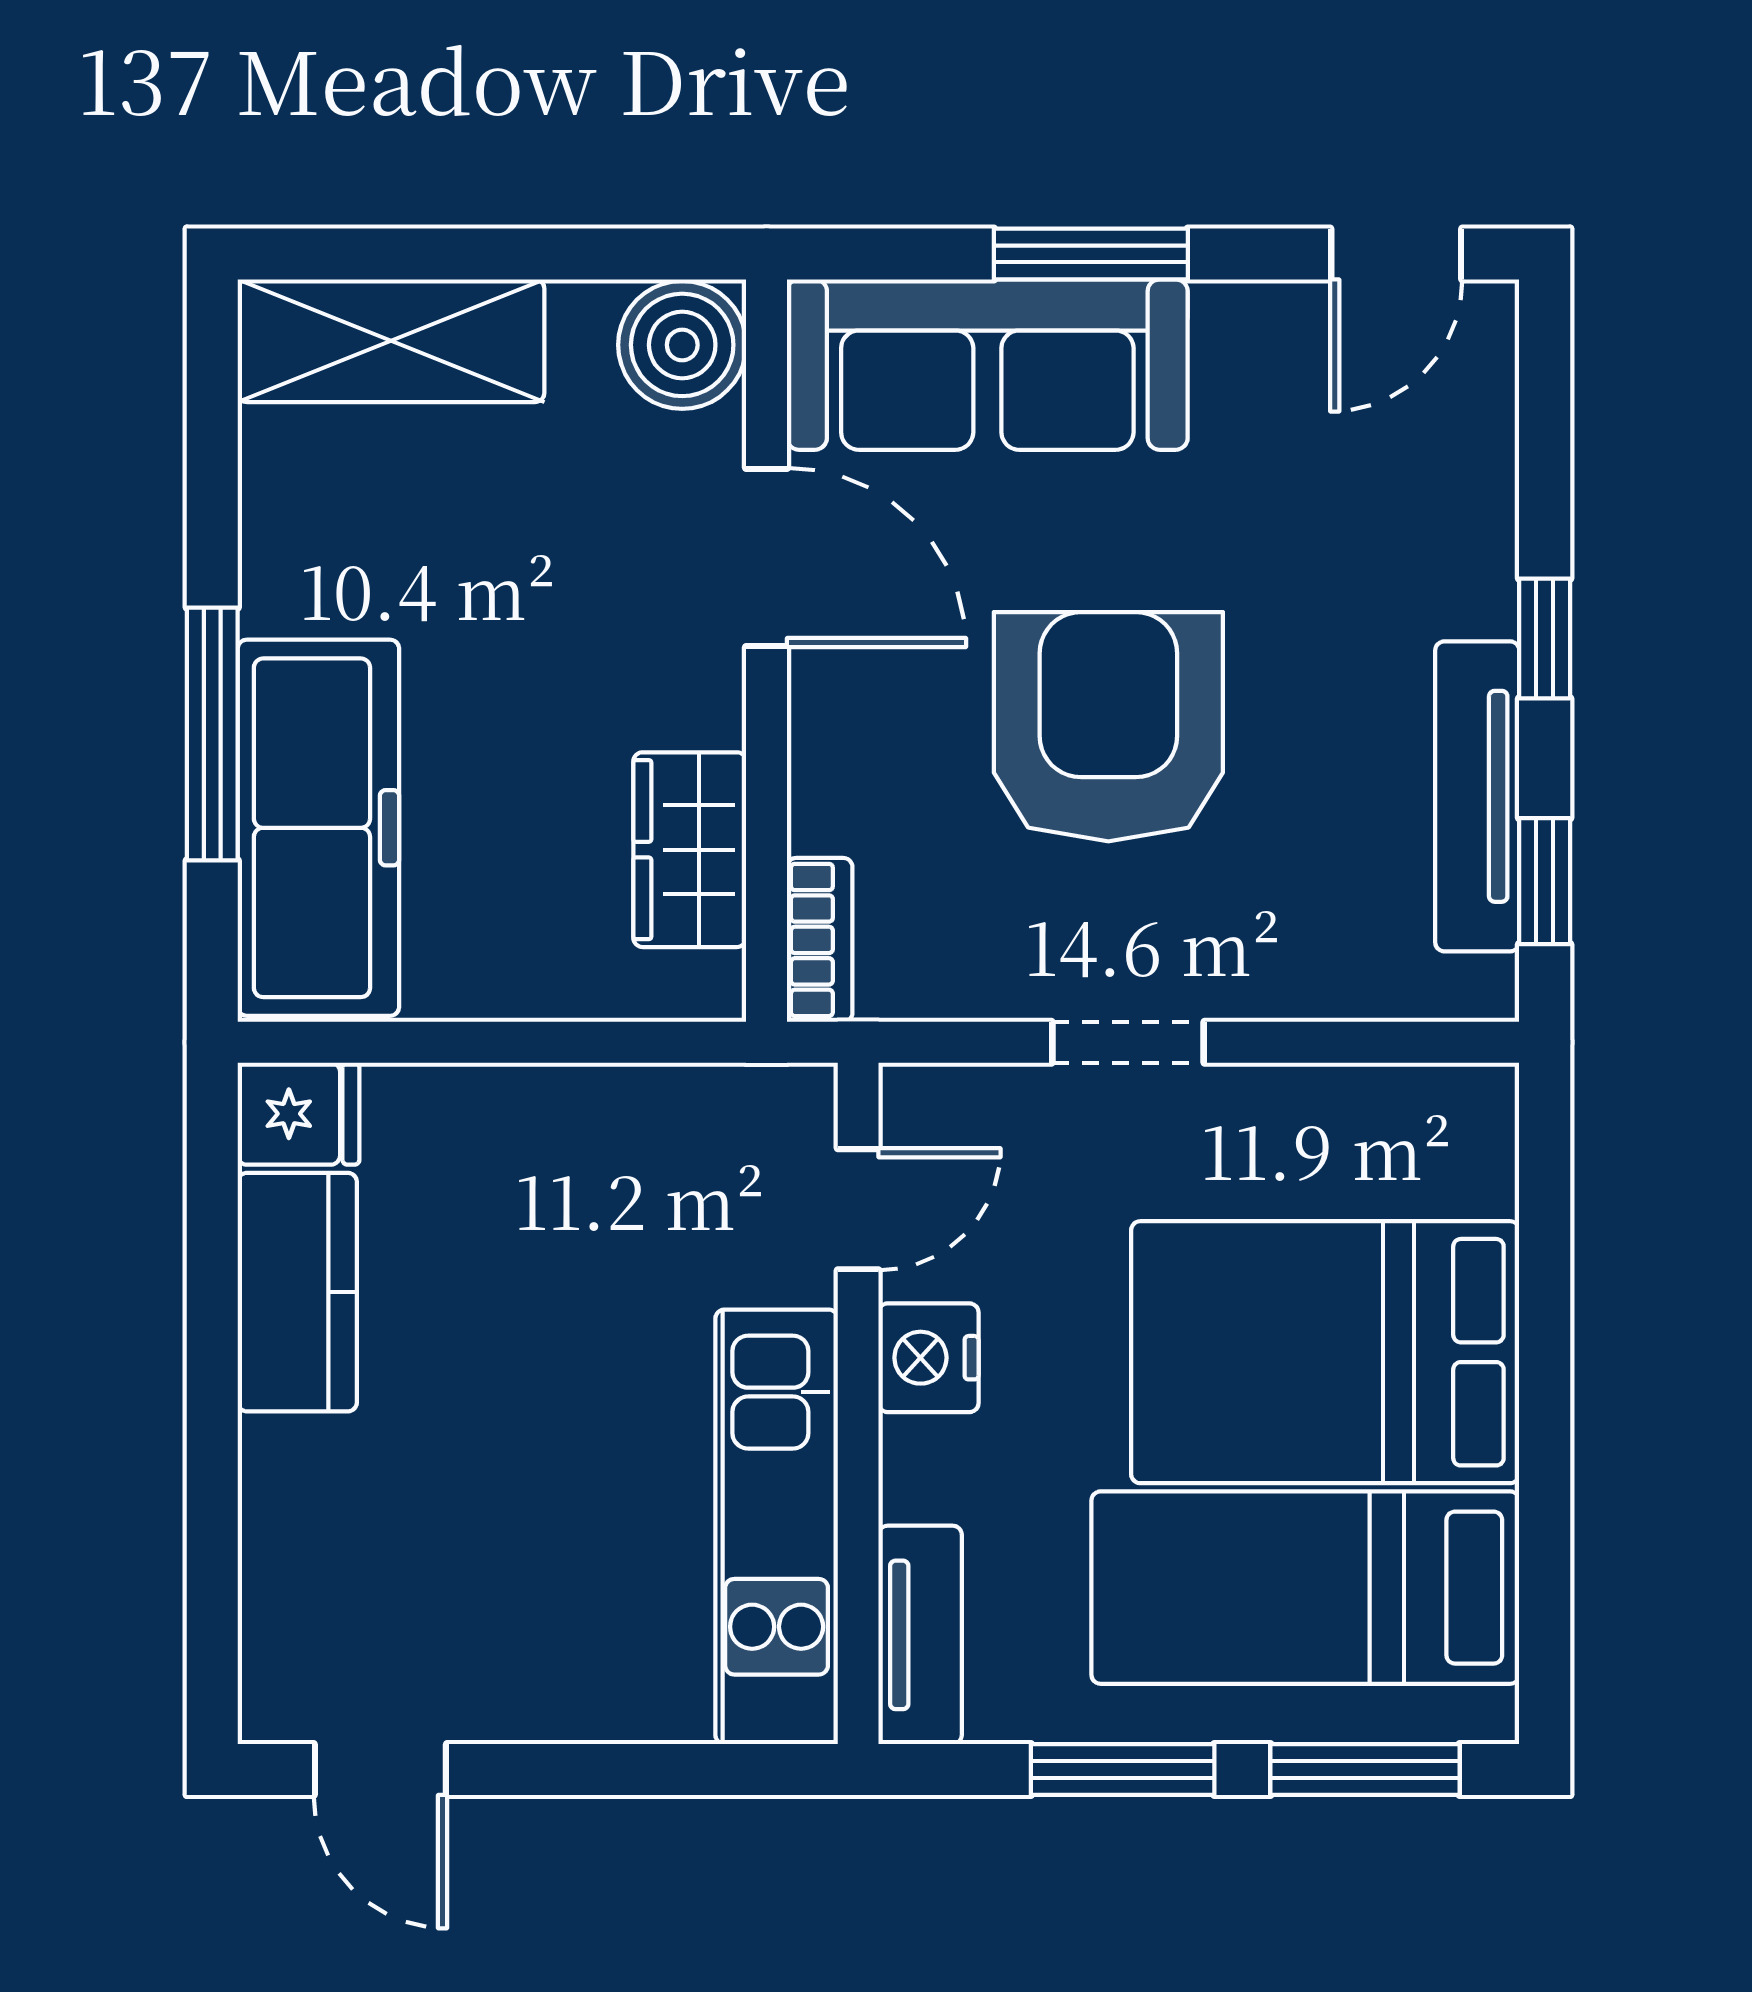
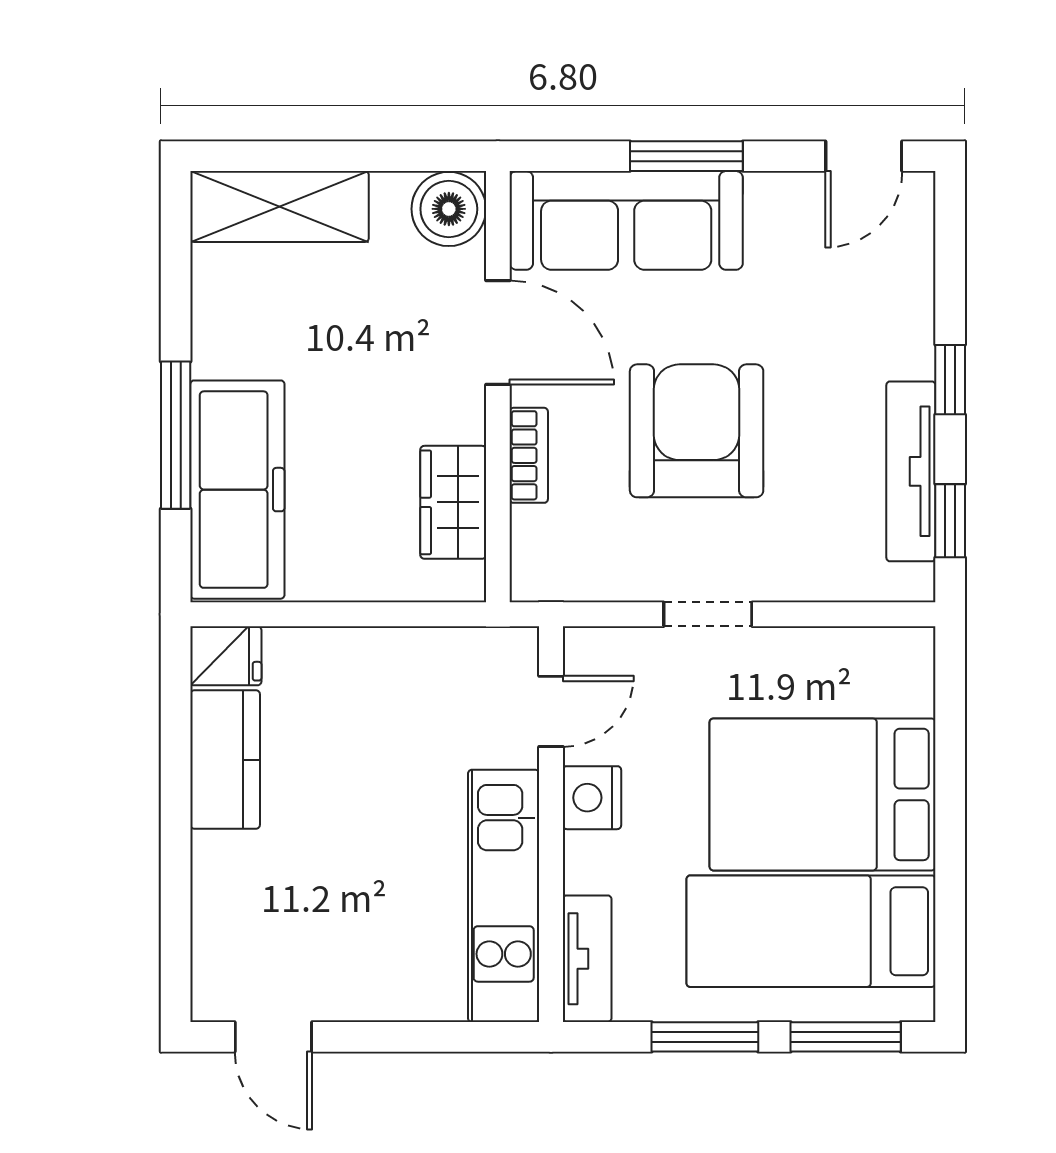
bookcase: (820, 940) -> (529, 455), moved

